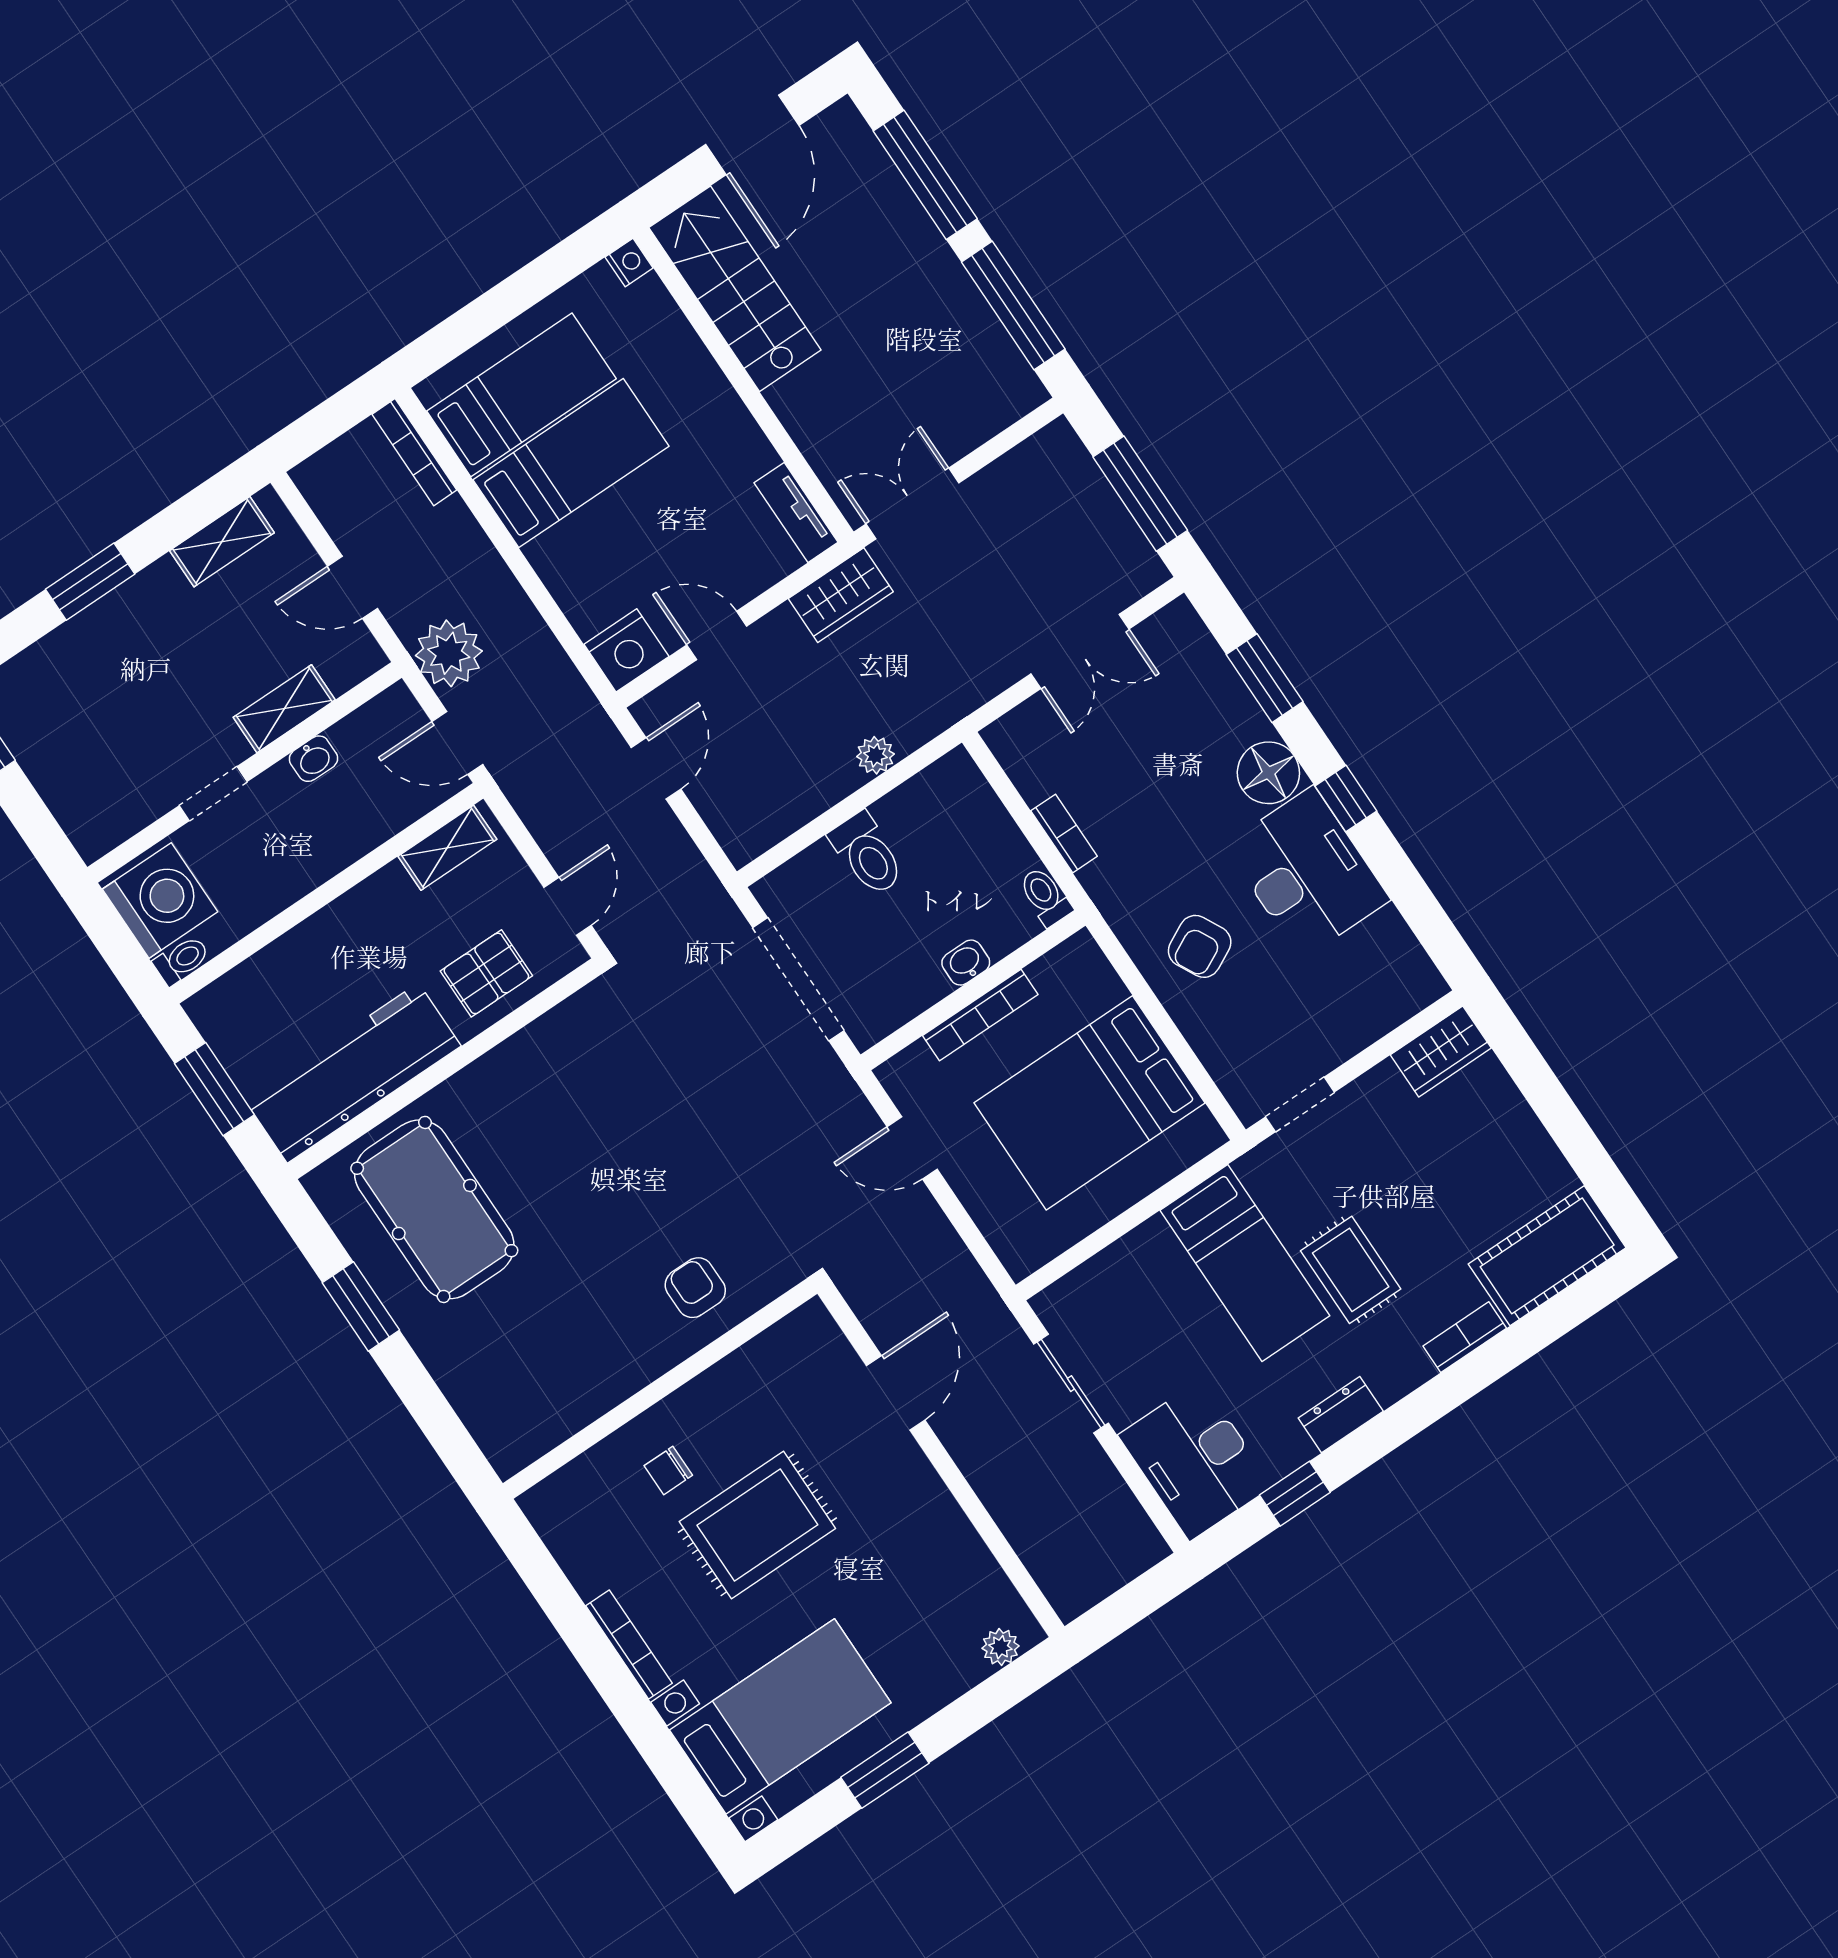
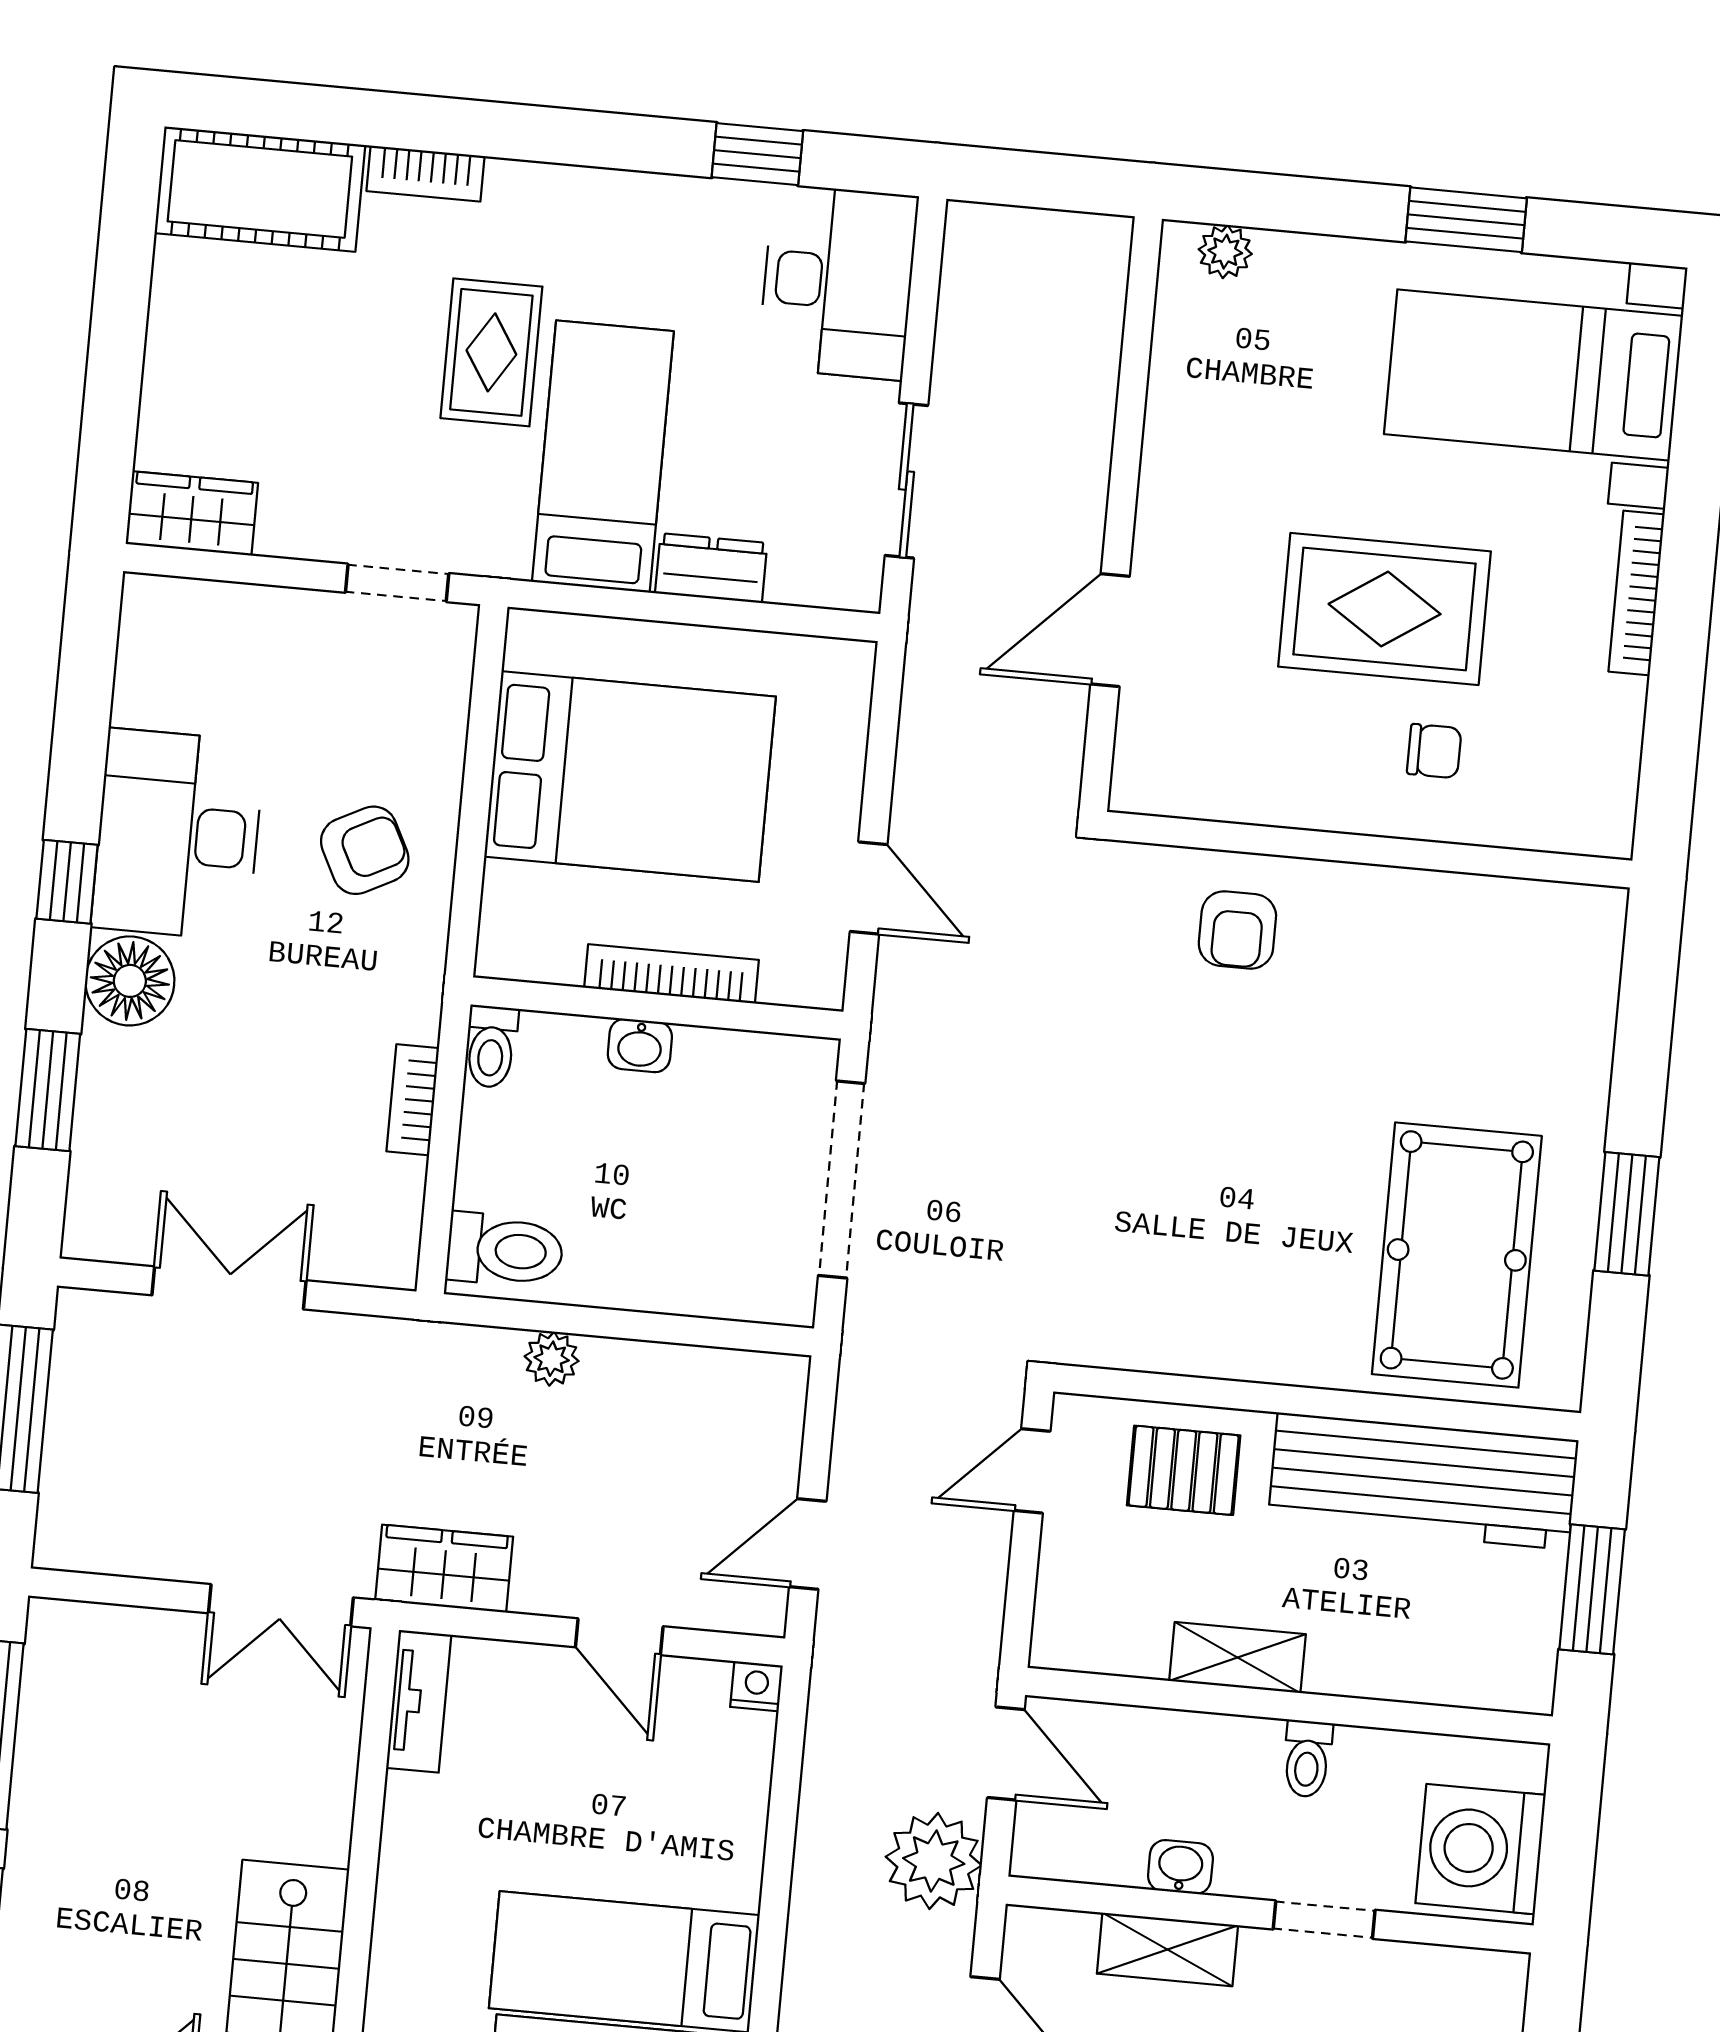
nightstand: (626, 650) -> (756, 1686), width x0.53, depth x0.56
shelving: (447, 848) -> (1238, 1658), moved
toilet: (867, 854) -> (505, 1250), moved, turned 90
toilet: (182, 960) -> (1307, 1759), moved, turned -90
dresser: (1341, 1415) -> (711, 568), moved, turned 180

